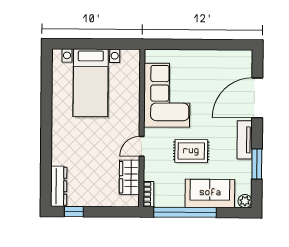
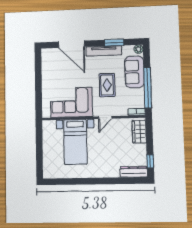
bed with nightstands: (91, 83) -> (75, 142), moved, turned 90
tv unit: (245, 140) -> (104, 51), width x1.41
door: (142, 146) -> (105, 117), hinge flipped
wardrobe: (129, 177) -> (139, 132), moved, turned 90

